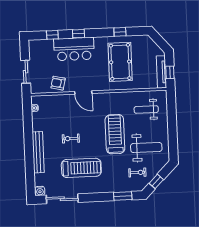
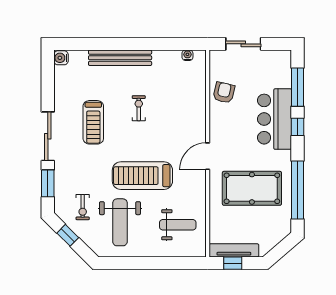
window: (120, 32) -> (297, 190), width x3.17
window: (52, 35) -> (297, 87), width x2.17
door: (83, 93) -> (208, 156), moved
weight bench: (146, 110) -> (178, 225), turned 90
treadmill: (115, 134) -> (142, 176), turned 180
treadmill: (81, 168) -> (93, 122), width x0.73, depth x0.73
sliding door: (62, 199) -> (48, 136), moved

